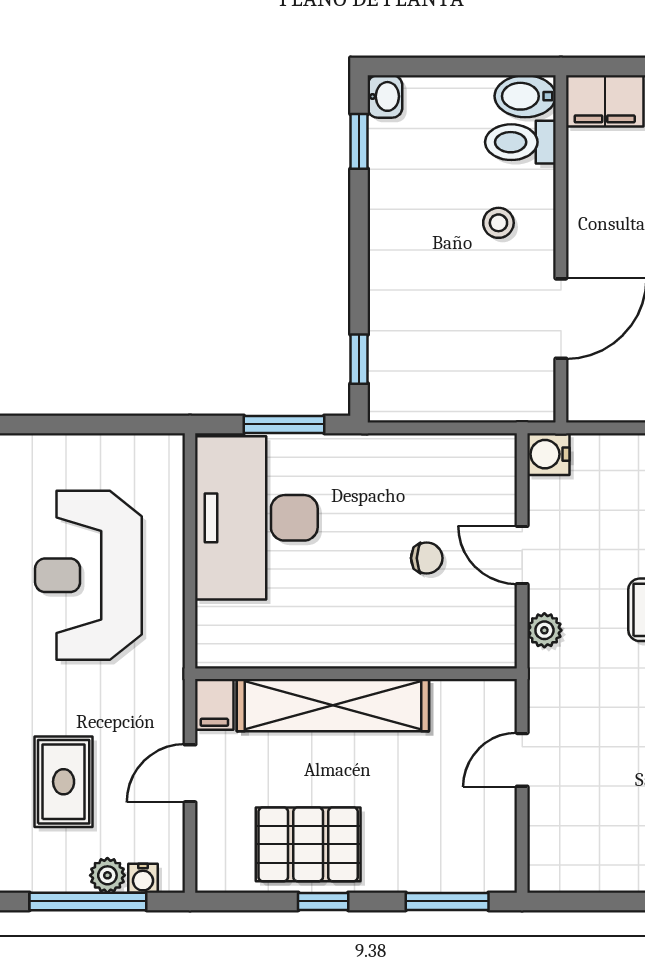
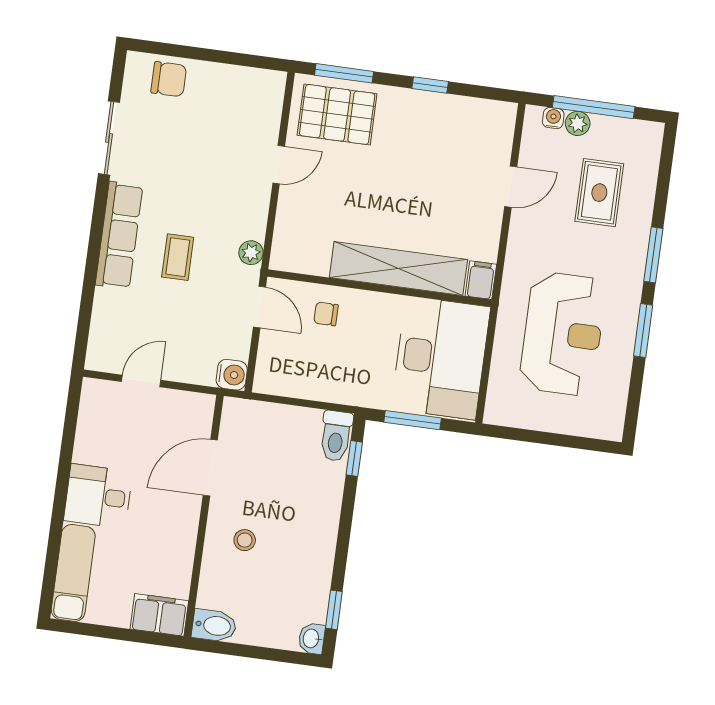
toilet: (520, 142) -> (336, 436), moved, turned 90
wall: (356, 674) -> (379, 288), moved
filing cabinet: (214, 704) -> (481, 280), moved
shelving: (333, 705) -> (398, 268), moved
pallet: (308, 844) -> (337, 114), moved

